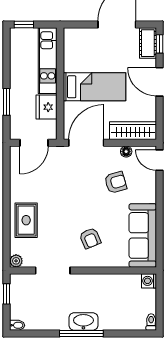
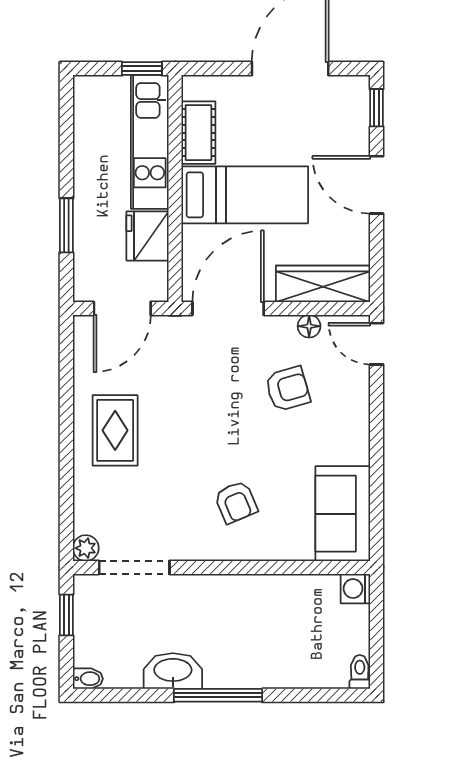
window: (24, 25) -> (142, 69), moved
cot: (148, 43) -> (198, 133), moved
rug: (26, 220) -> (115, 430), moved
sofa: (143, 235) -> (343, 514), width x0.73
doorway: (53, 270) -> (134, 567), moved
washbasin: (83, 321) -> (173, 671), moved

